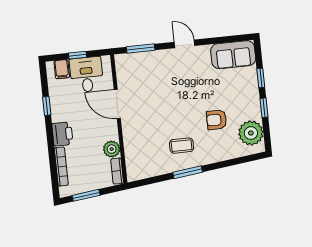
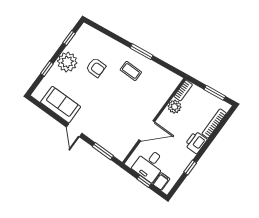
sofa: (233, 55) -> (61, 105), moved
door: (117, 104) -> (147, 131), hinge flipped
window: (264, 108) -> (69, 38), moved
plant: (251, 133) -> (67, 62), moved

